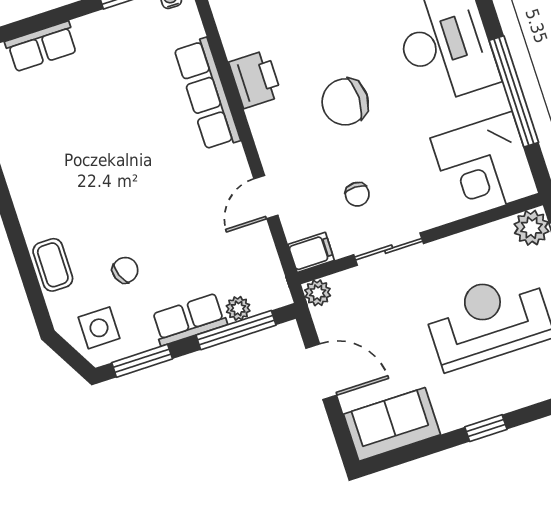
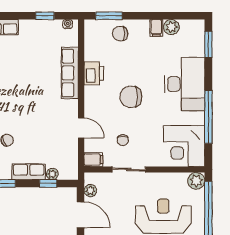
door: (266, 197) -> (81, 128), swing flipped
plant: (318, 293) -> (90, 191), moved
window: (236, 330) -> (48, 183), width x0.46

